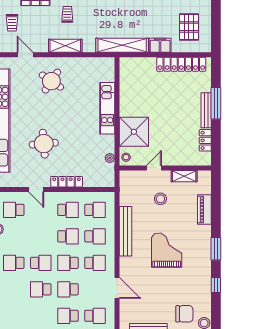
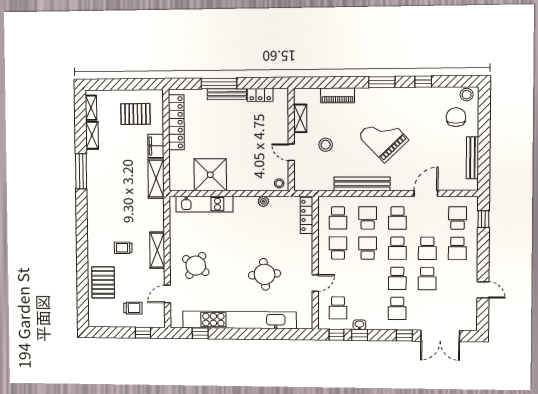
shelving: (122, 45) -> (156, 179), width x0.68
kitchen unit: (107, 108) -> (204, 204), moved
shower: (134, 132) -> (210, 175), moved
plant: (110, 158) -> (263, 201), moved
locker: (67, 182) -> (307, 215), moved
school desk: (95, 210) -> (338, 218), turned 180
grand piano: (167, 250) -> (383, 138), turned 46
school desk: (41, 263) -> (397, 278), turned 180
school desk: (95, 263) -> (397, 218), turned 180

